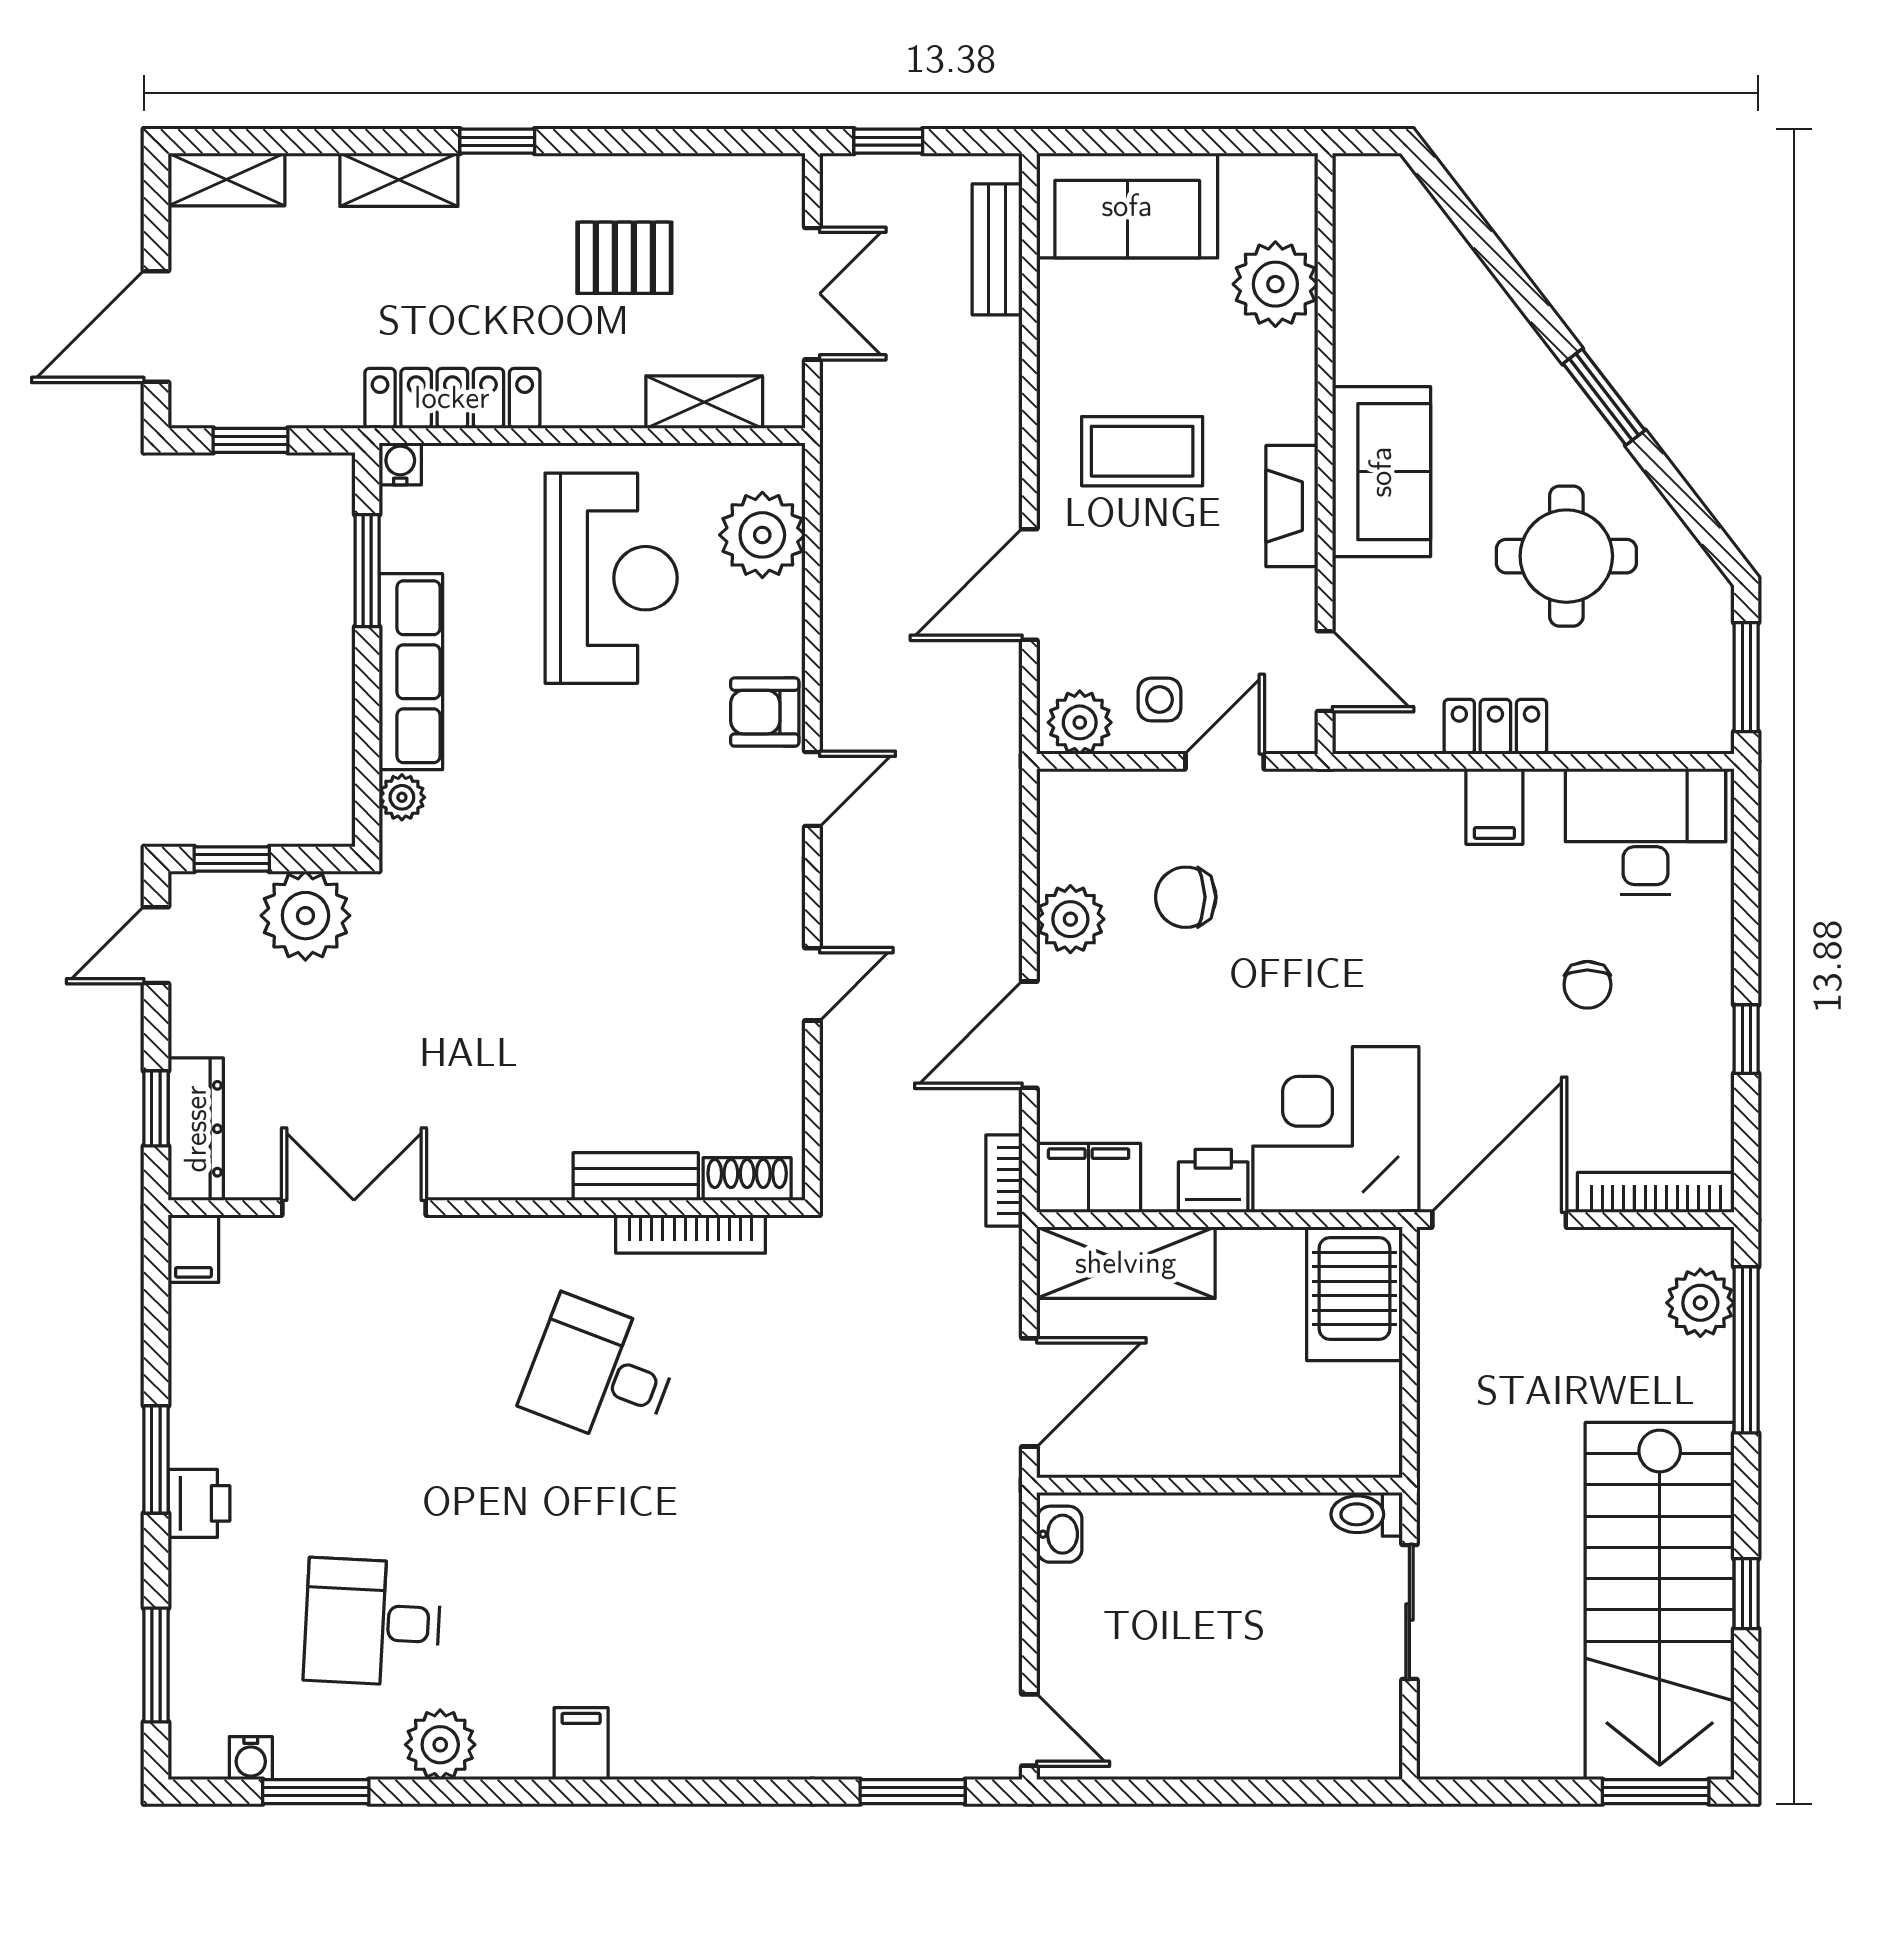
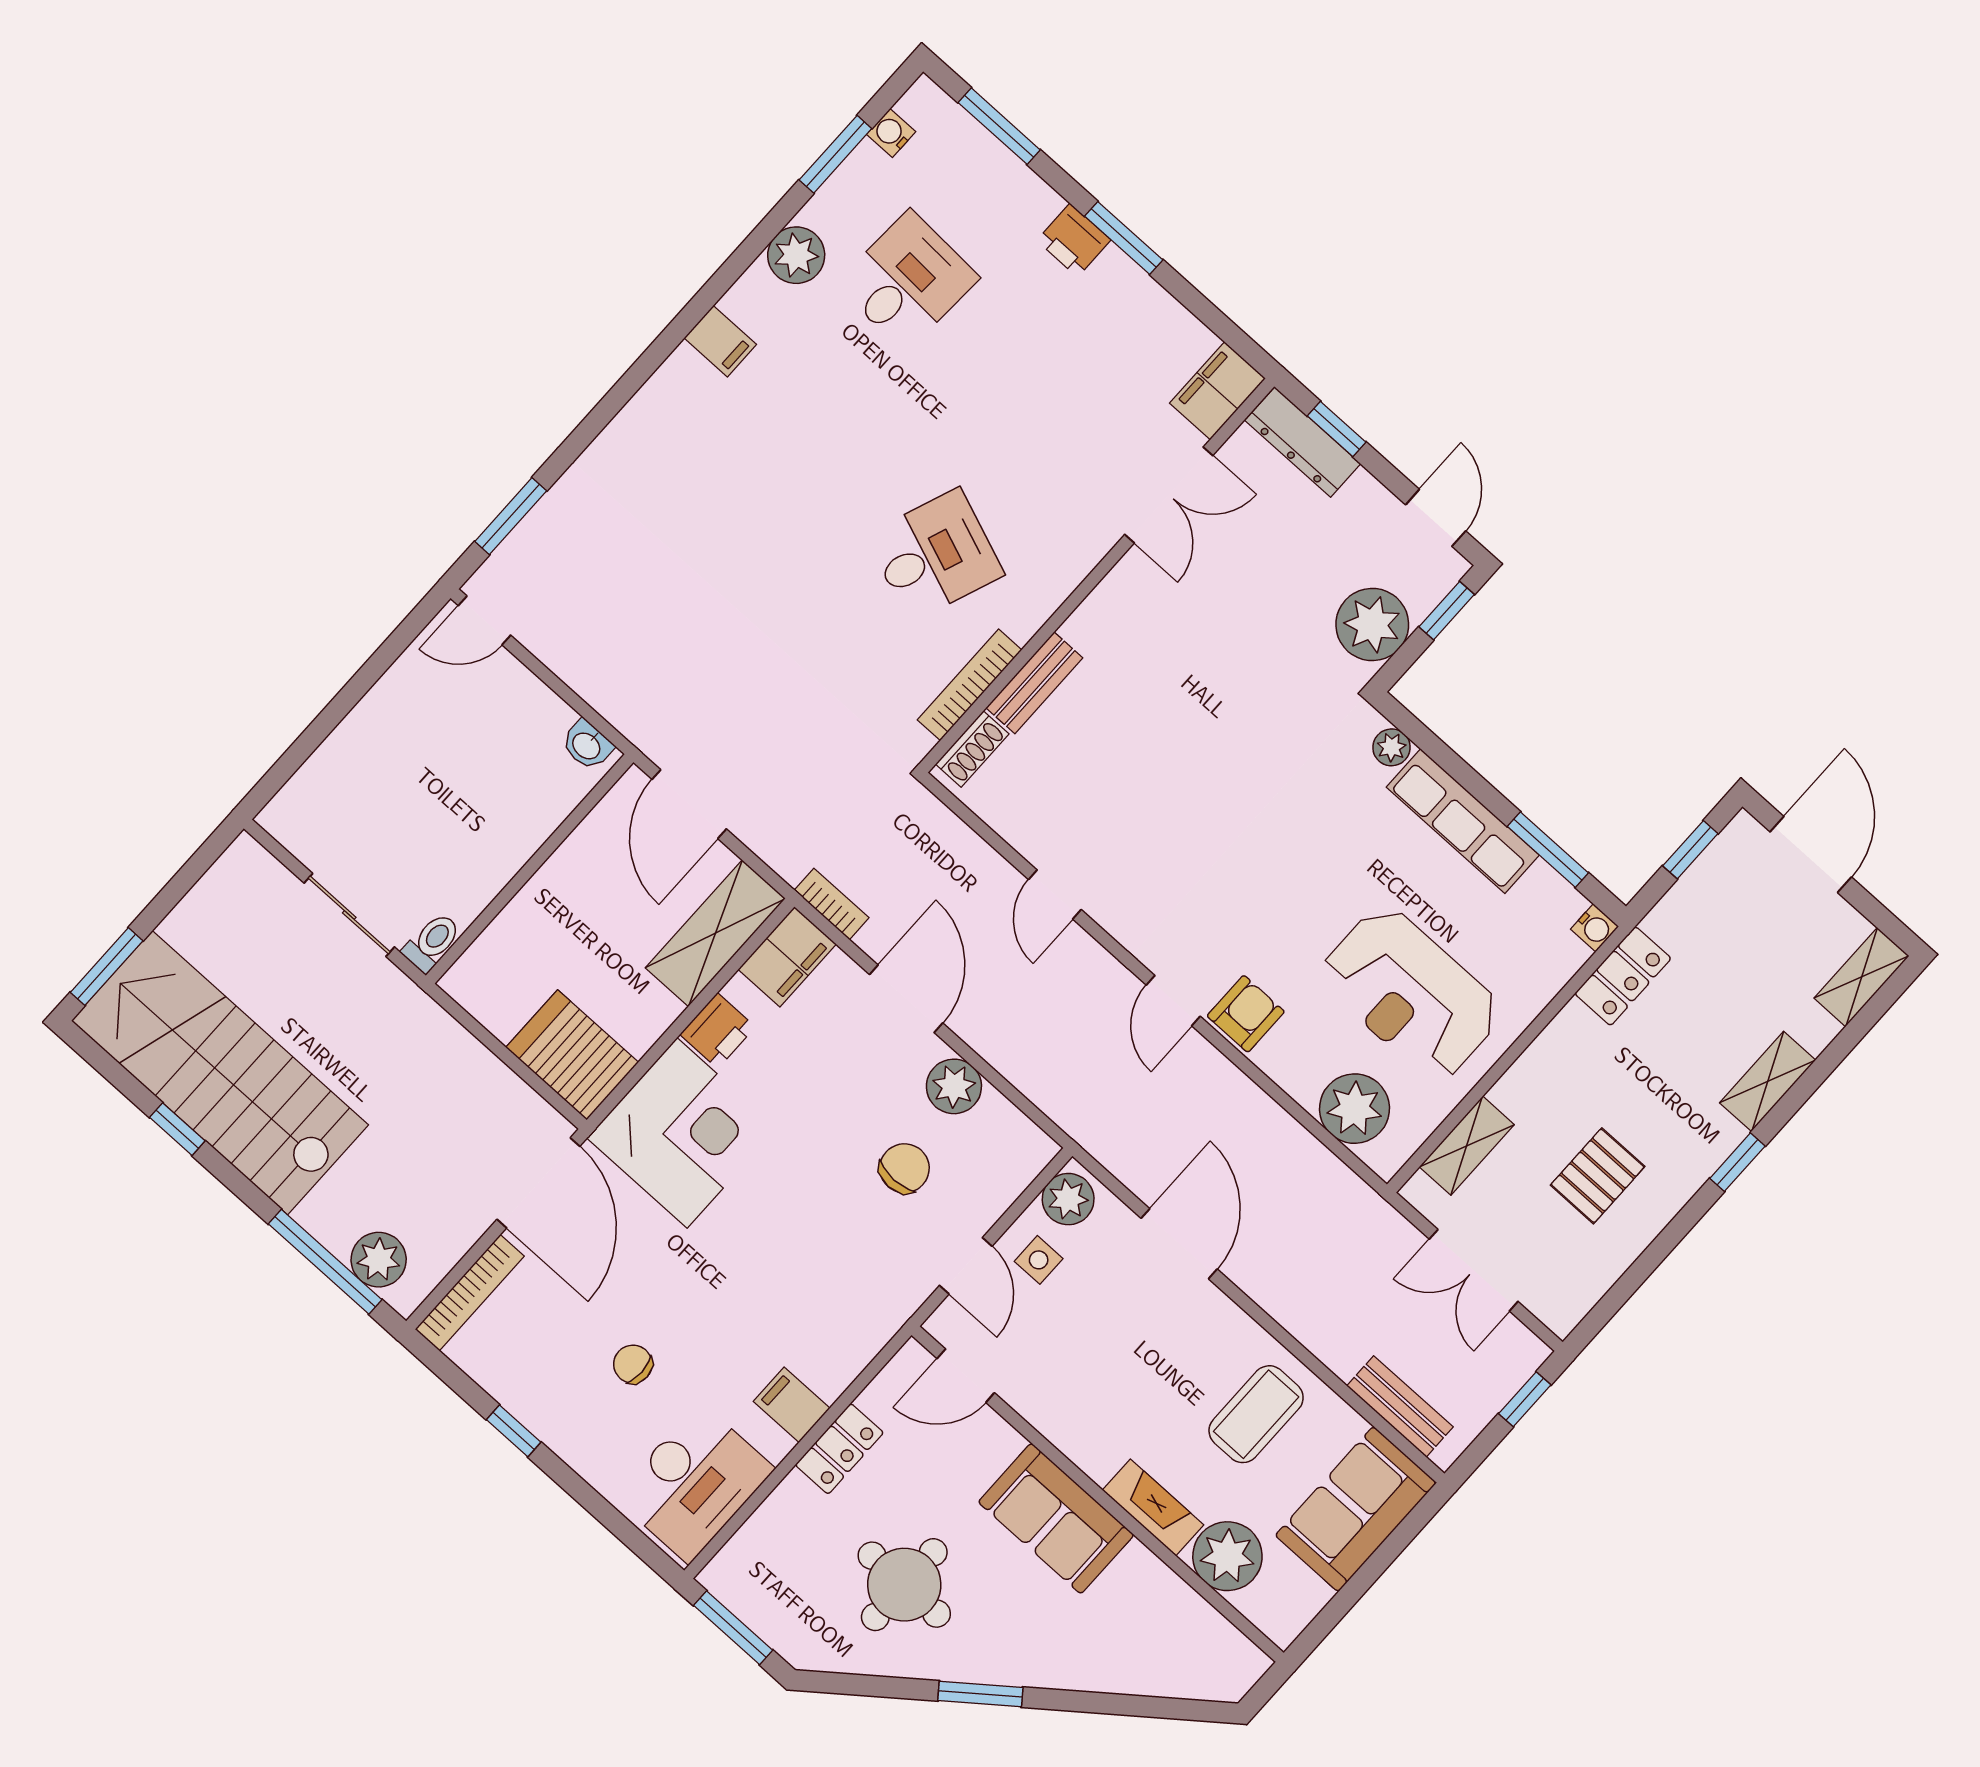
locker: (452, 398) -> (1623, 976), width x0.66
coffee table: (1142, 451) -> (1256, 1414), moved
fireplace: (1292, 506) -> (1153, 1507), moved
filing cabinet: (193, 1249) -> (1217, 391), width x2.00

